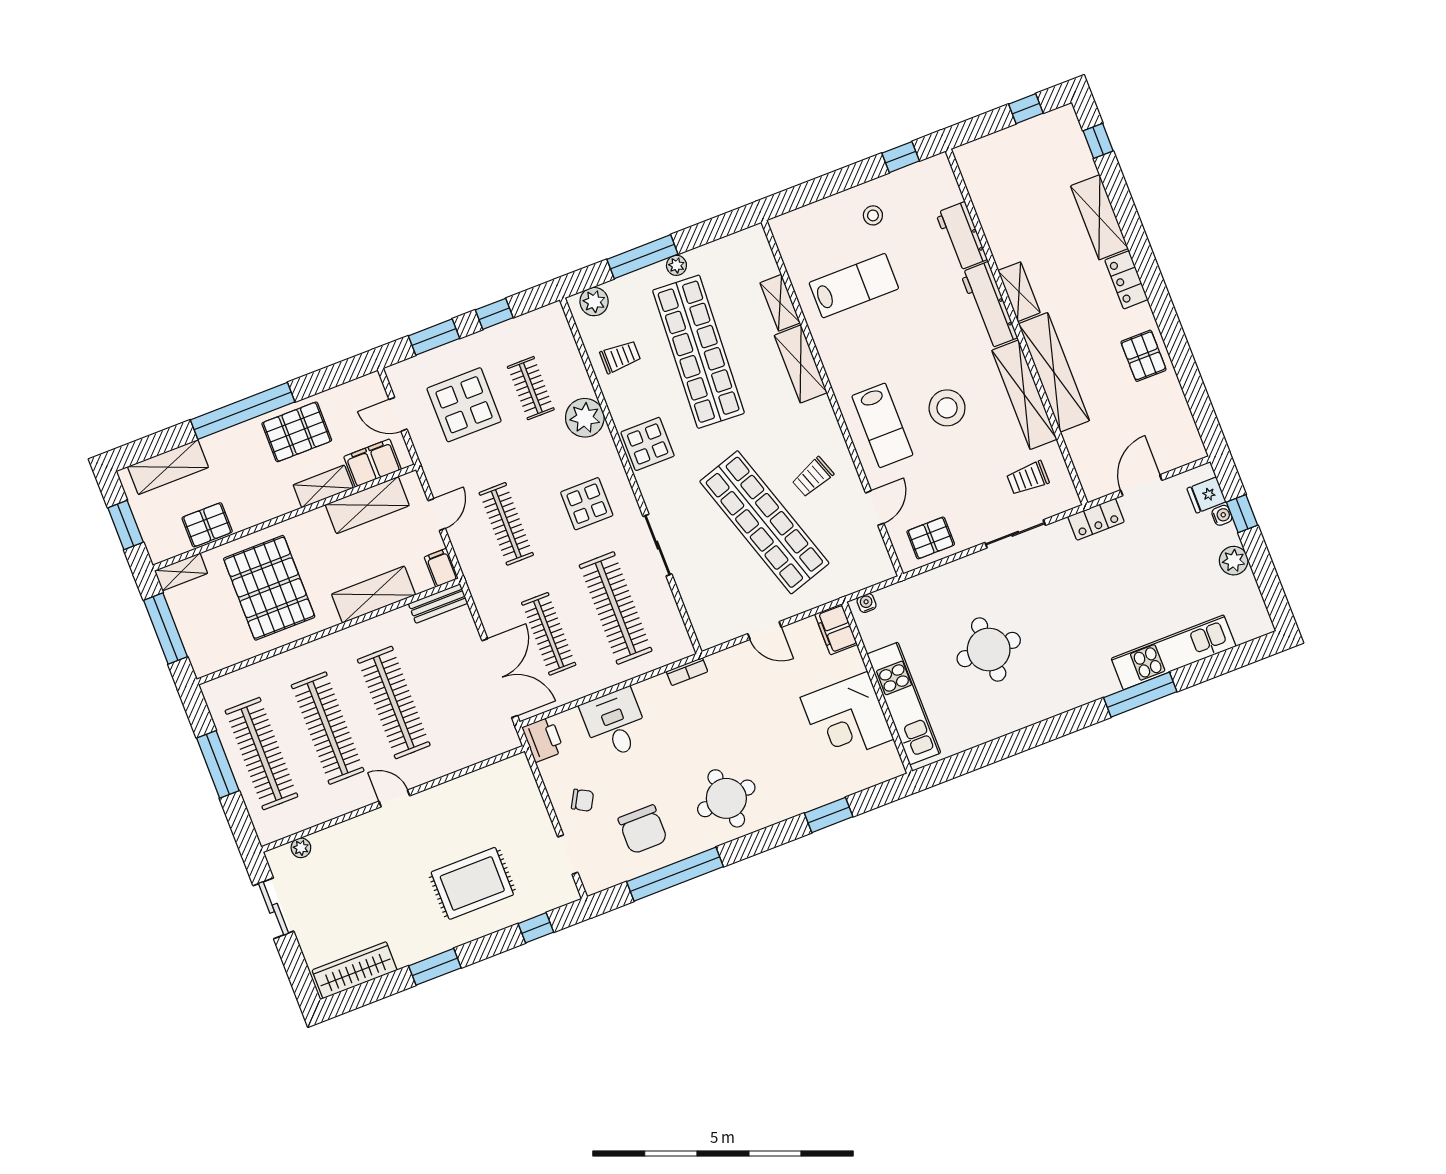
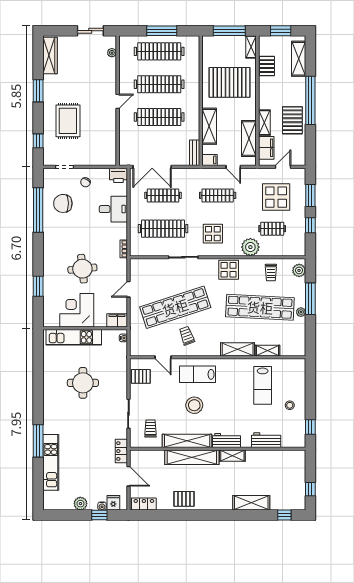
locker: (1126, 280) -> (144, 504), moved
workbench: (989, 305) -> (227, 440), width x0.73
pallet: (931, 538) -> (141, 376), turned 90
round table: (726, 798) -> (82, 269), moved

